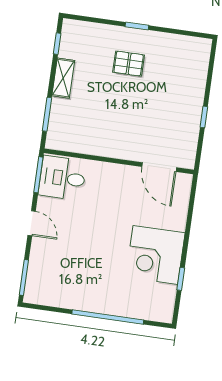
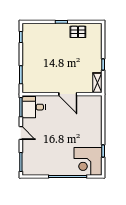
pallet: (129, 64) -> (78, 32), moved
shelving: (63, 78) -> (97, 83), moved
door: (159, 167) -> (68, 94), moved
corner desk: (155, 255) -> (88, 161), moved

